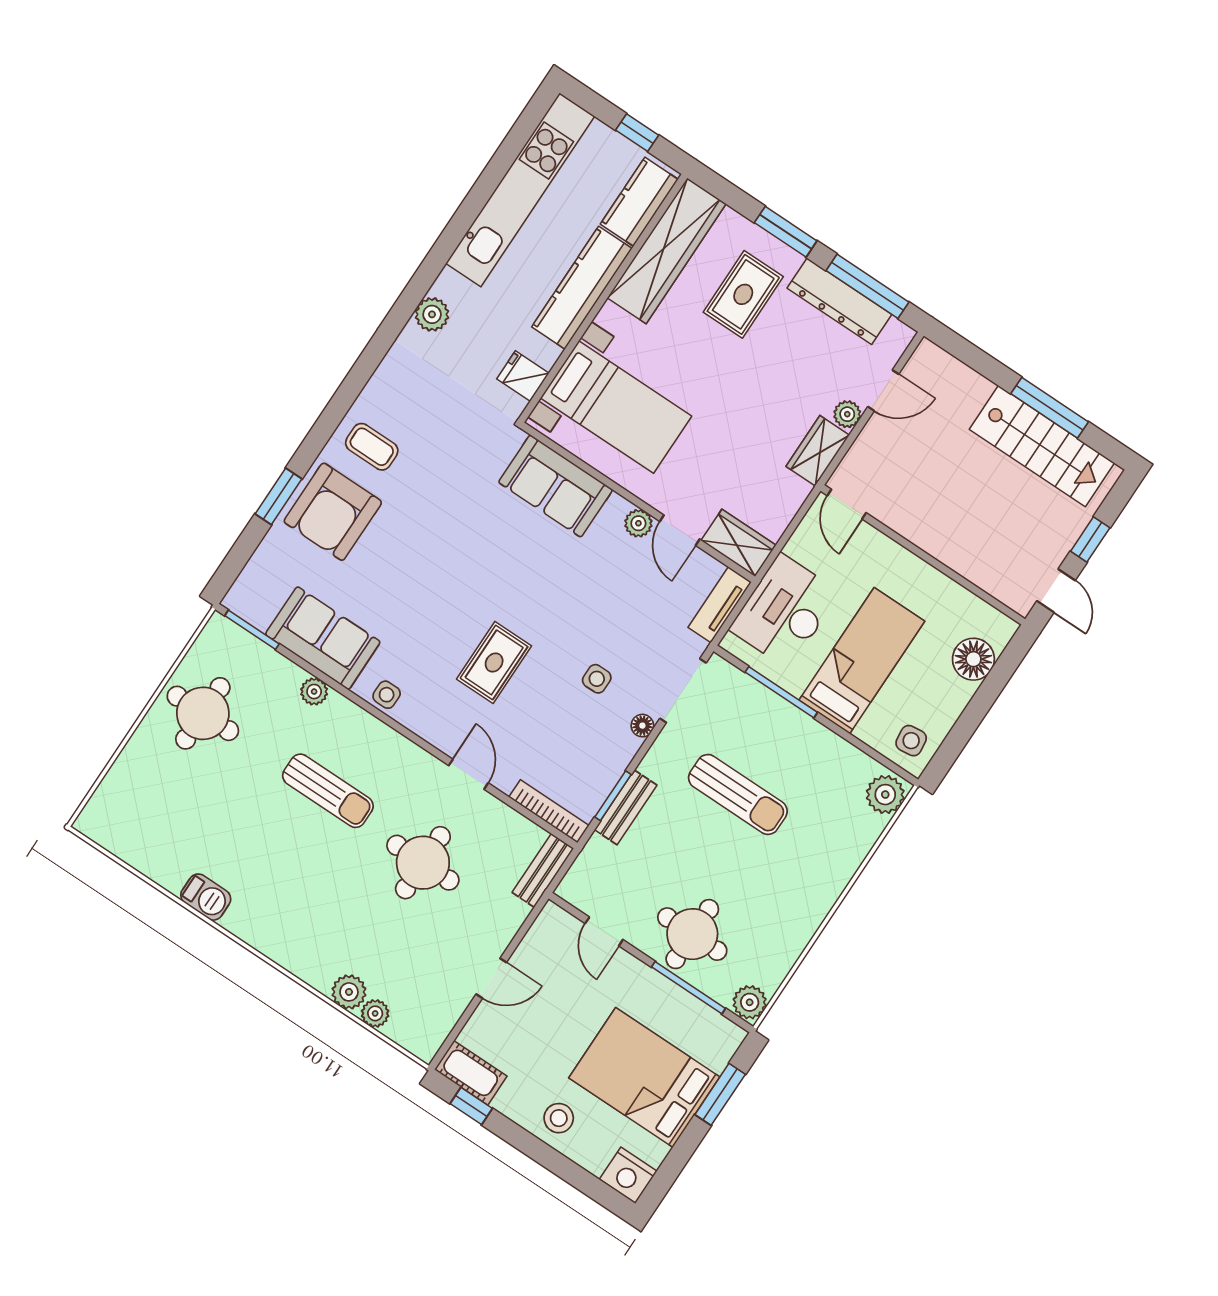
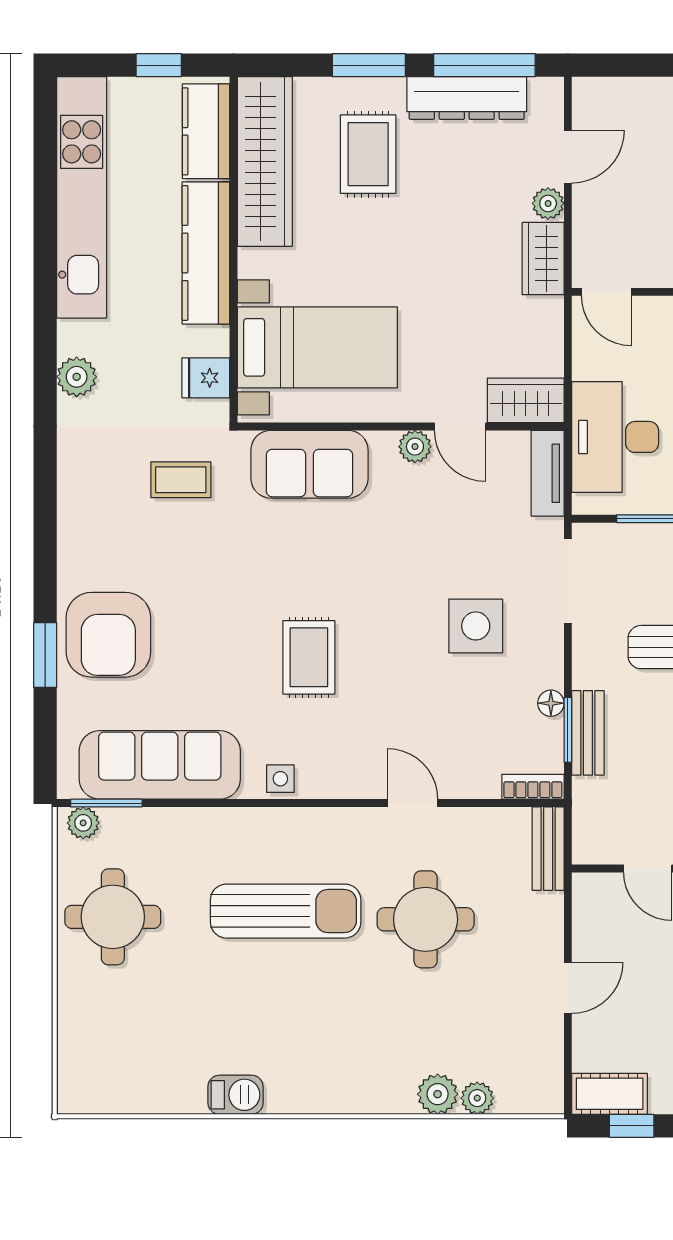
coffee table: (372, 447) -> (181, 480), moved
sofa: (323, 638) -> (160, 765), width x1.36
rug: (494, 662) -> (309, 657), moved
side table: (597, 679) -> (476, 626), width x1.87, depth x1.87
plant: (314, 692) -> (83, 823), moved
floor lamp: (642, 726) -> (551, 703), moved
sun lounger: (328, 791) -> (286, 911), width x1.36, depth x1.34
bookcase: (549, 811) -> (533, 787), width x0.64

